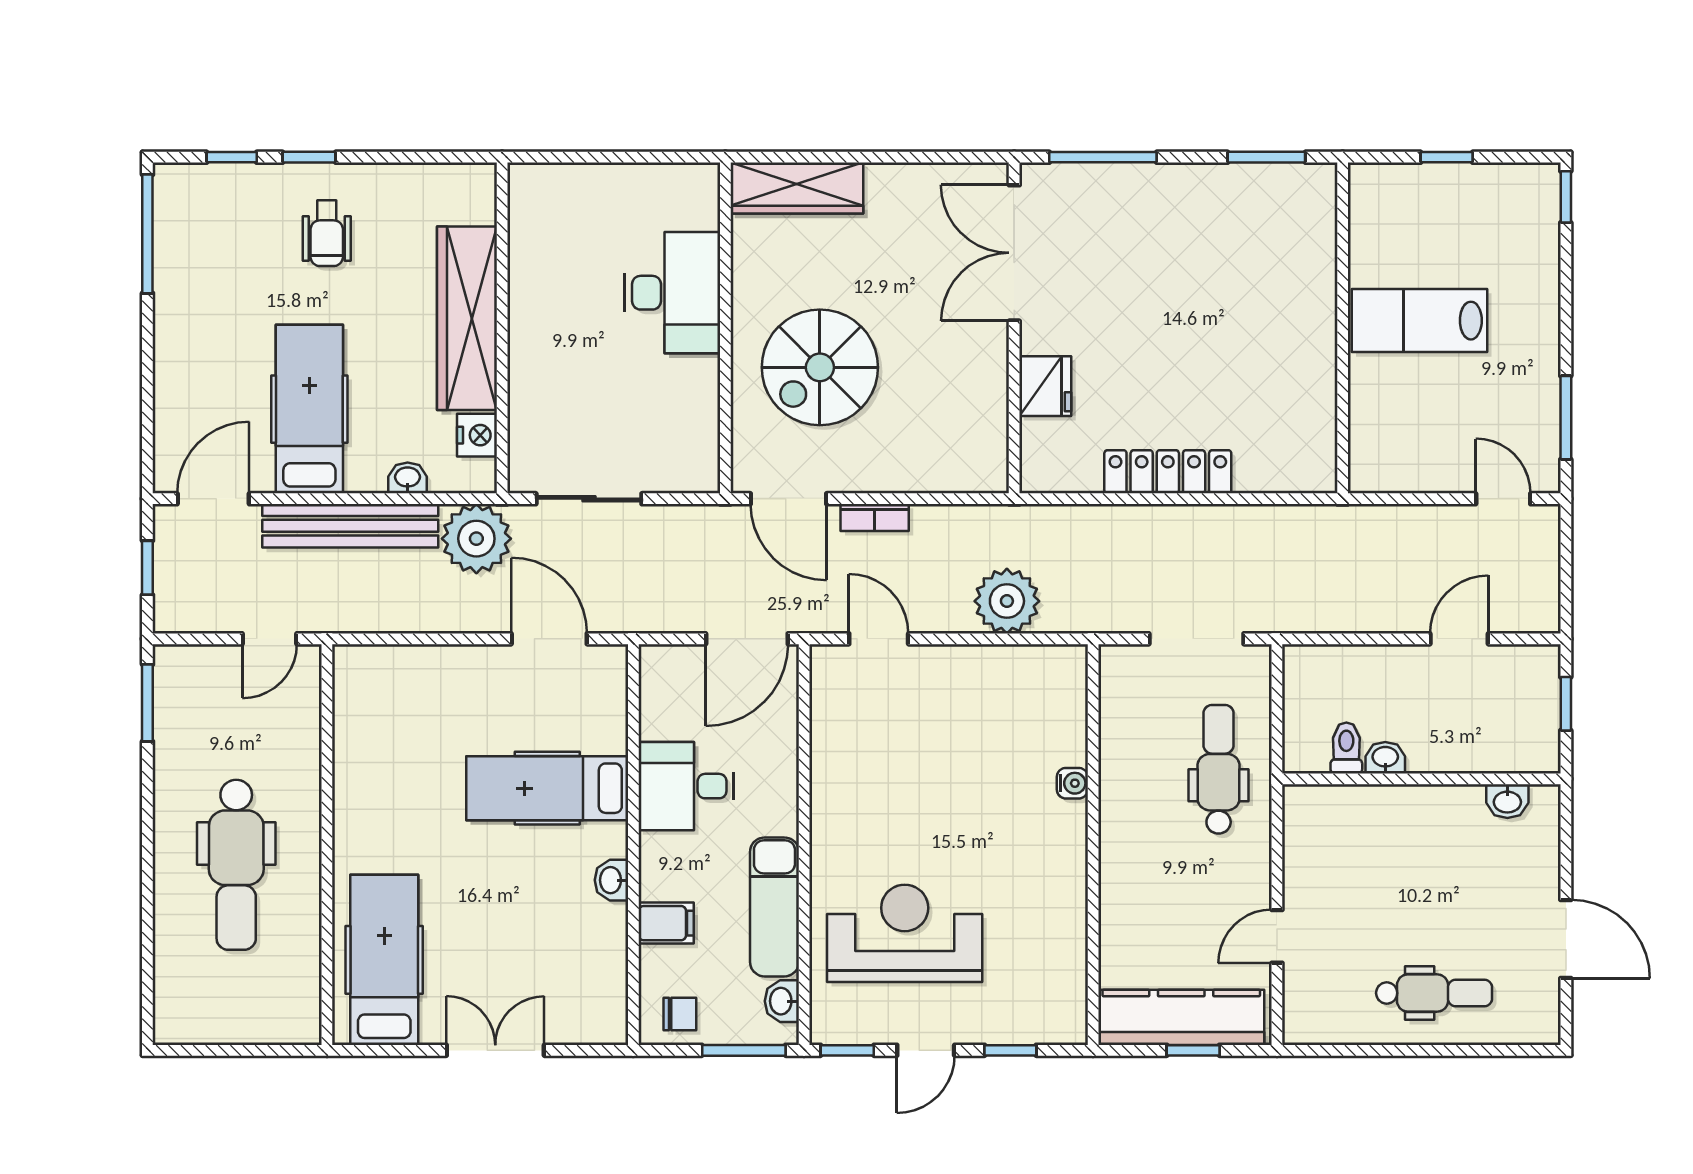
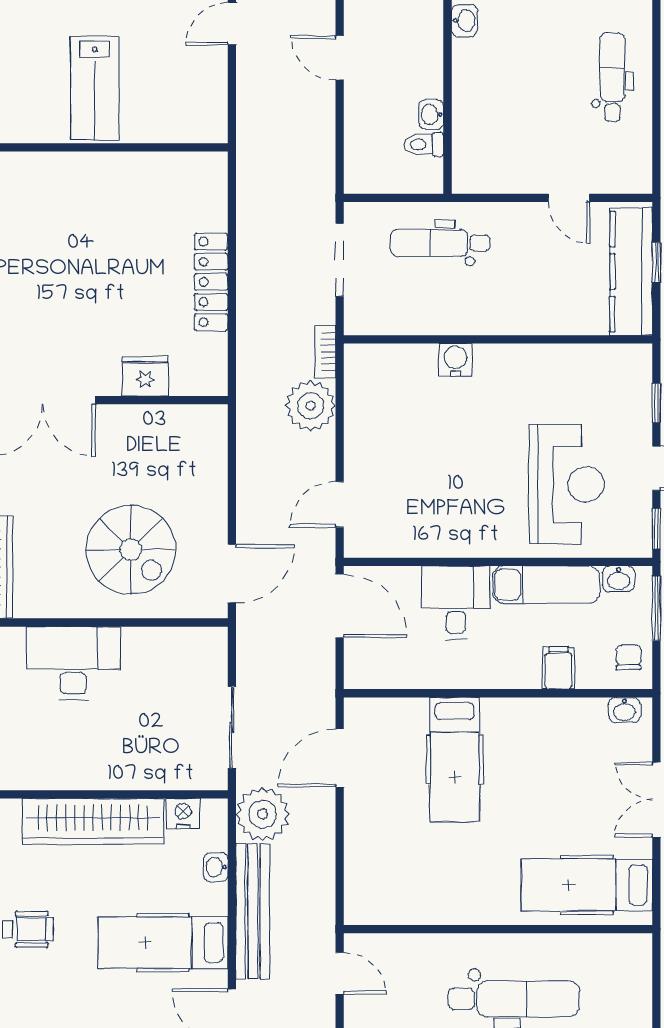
bookcase: (875, 518) -> (325, 352), moved, turned 180
water cooler: (1072, 783) -> (455, 360), width x1.38, depth x1.38
desk: (686, 786) -> (456, 603), moved, turned 180
washbasin: (611, 880) -> (624, 710), moved
reception desk: (905, 933) -> (566, 484), turned 180

